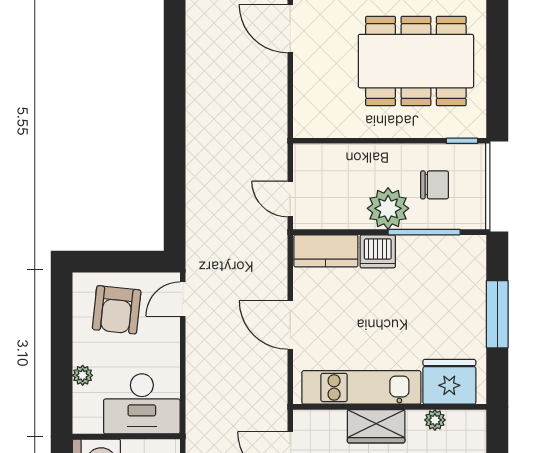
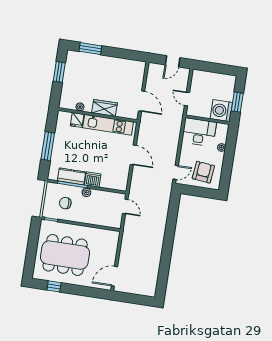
door: (290, 29) -> (114, 276), swing flipped
plant: (388, 208) -> (86, 192), width x0.53, depth x0.53
kitchen counter: (326, 251) -> (71, 176), moved
fridge: (449, 382) -> (77, 120), width x0.53, depth x0.75

